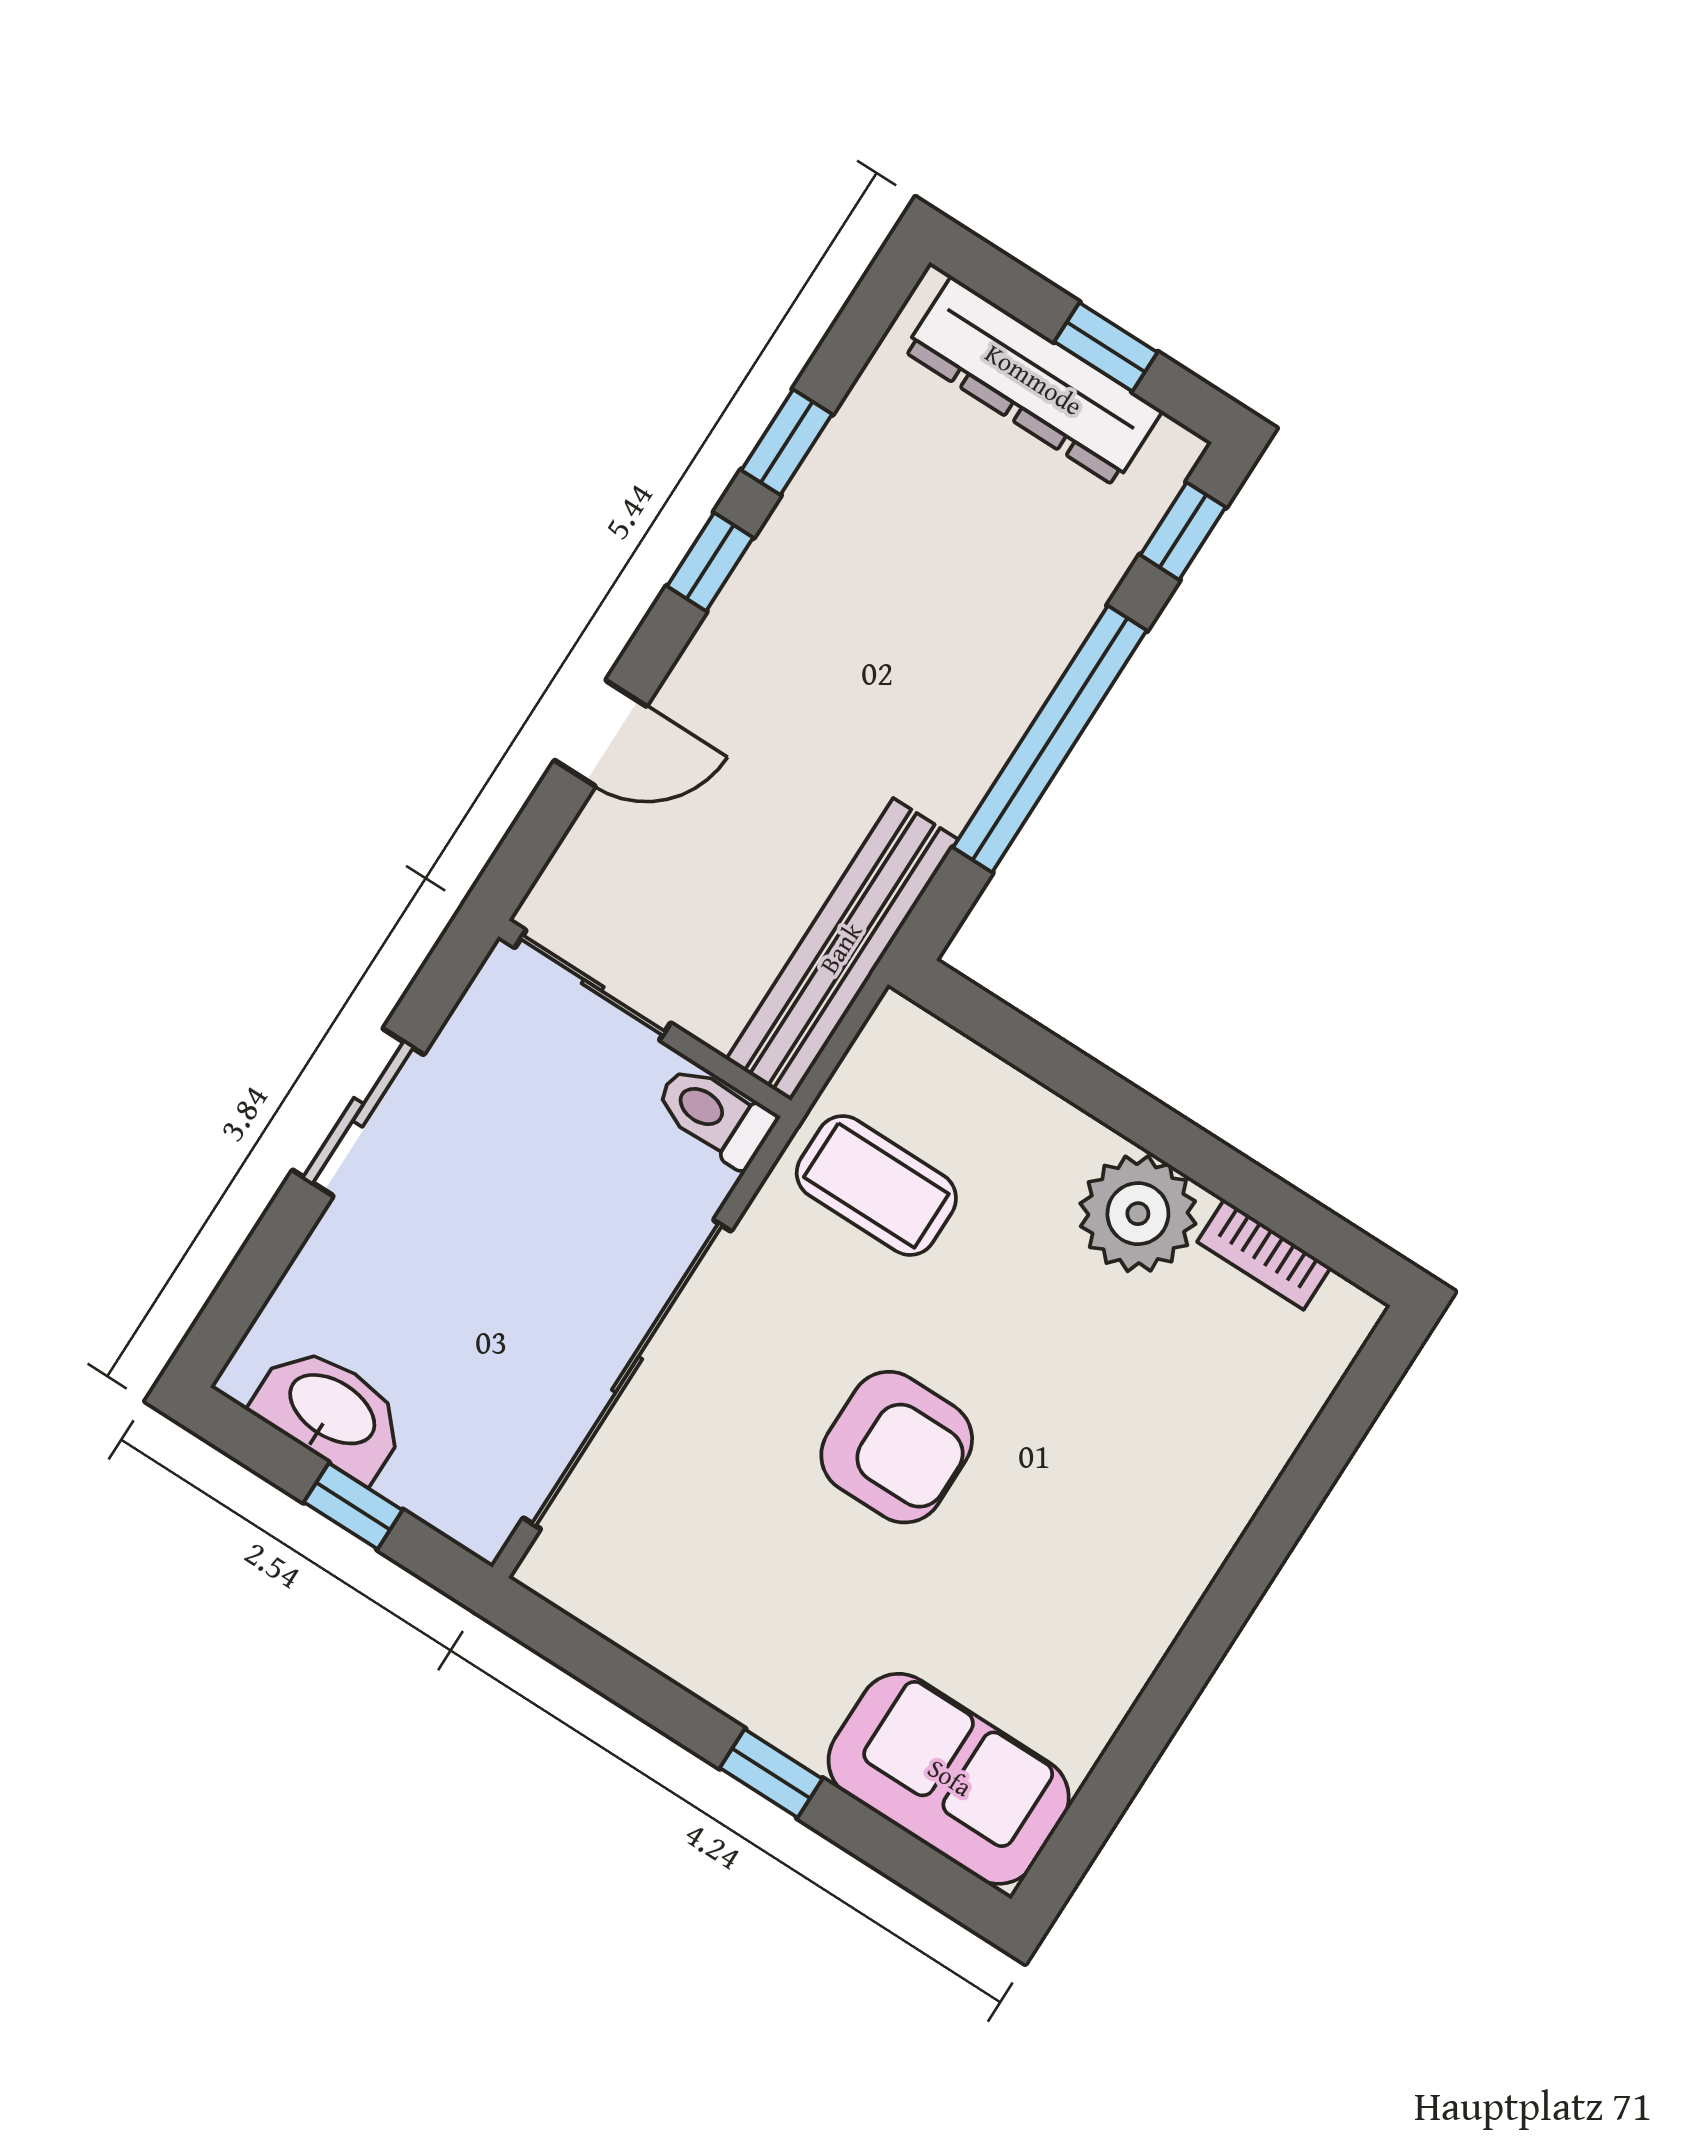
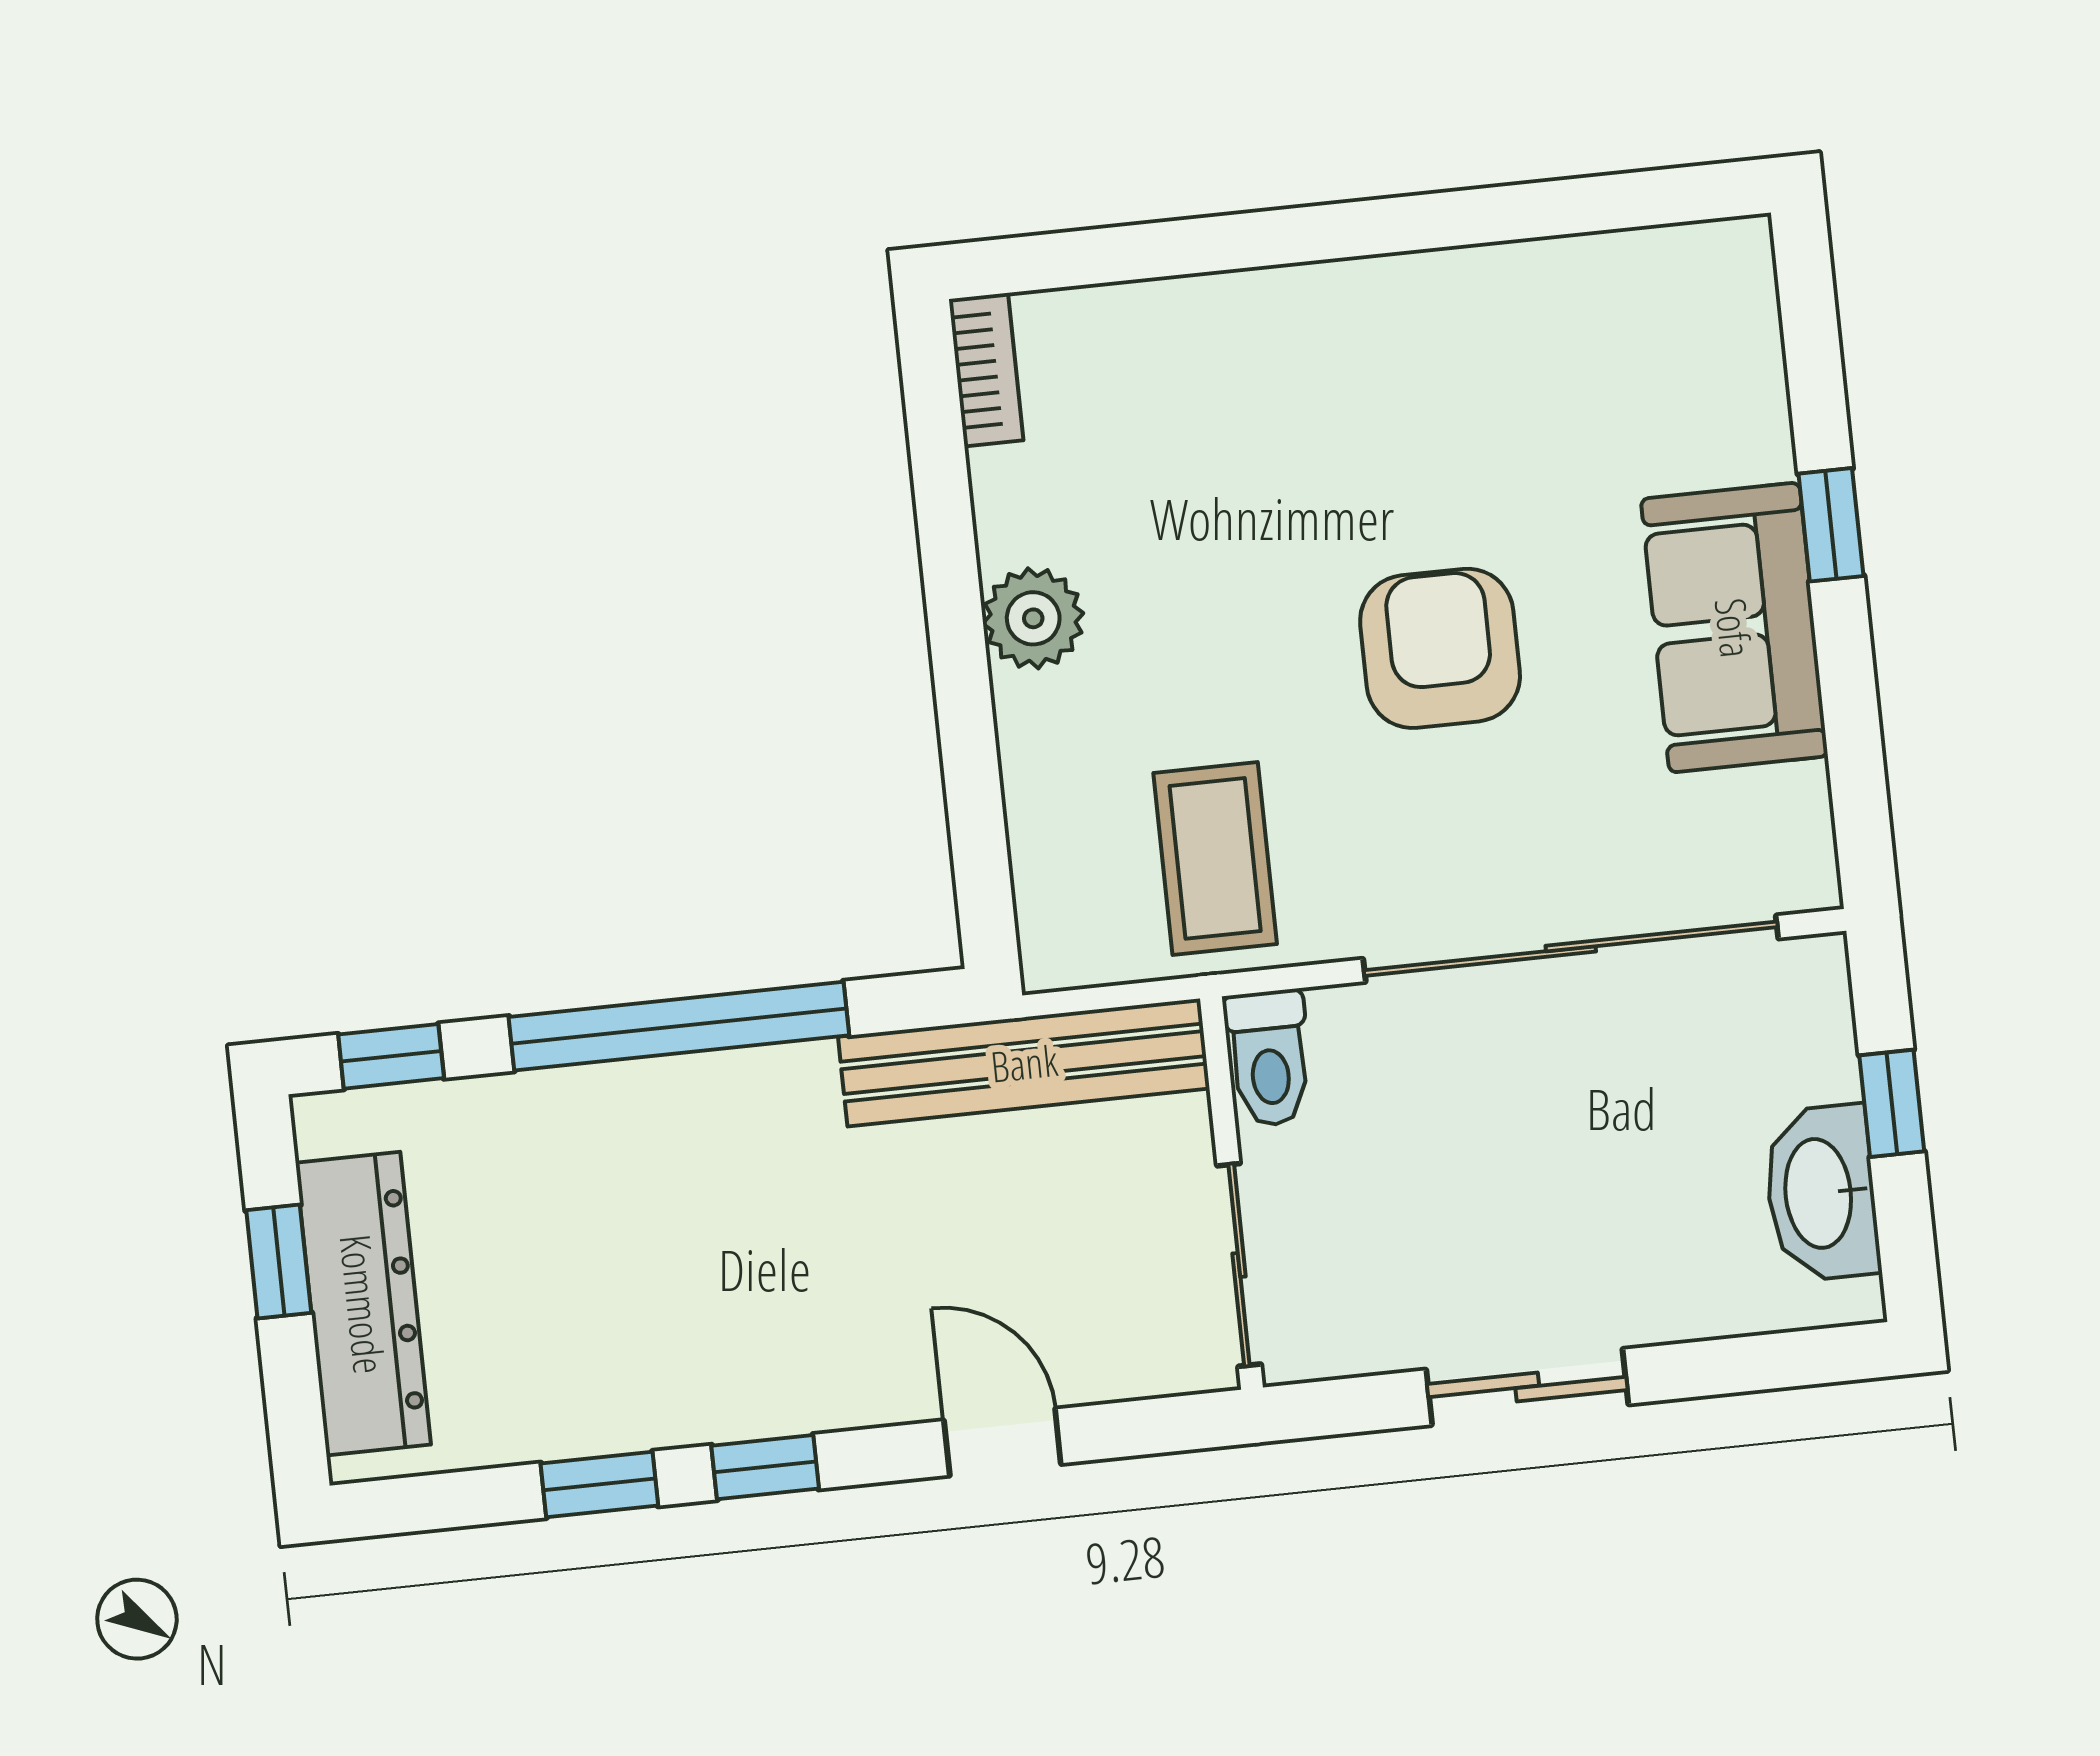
plant: (1138, 1214) -> (1033, 618), width x0.73, depth x0.73
bookcase: (1264, 1255) -> (986, 370), moved
sofa: (949, 1779) -> (1734, 628), moved

